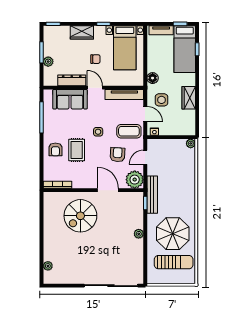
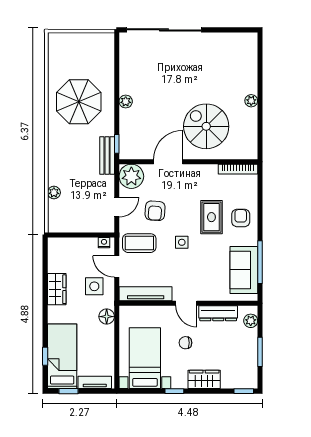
plant: (48, 62) -> (251, 321), moved
sofa: (70, 99) -> (244, 270), moved, turned -90
plant: (191, 143) -> (54, 193), moved
door: (108, 190) -> (168, 162), swing flipped
bench: (152, 195) -> (107, 156), width x0.73
spiral stairs: (80, 216) -> (206, 126), turned -90
sun lounger: (174, 262) -> (77, 62), removed
plant: (48, 266) -> (251, 101), moved

